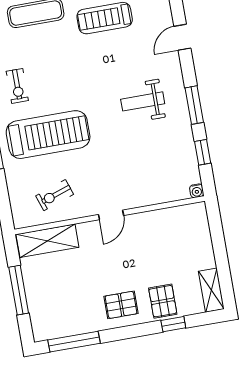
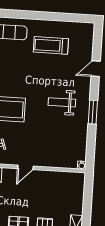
window: (203, 152) -> (91, 142), removed

